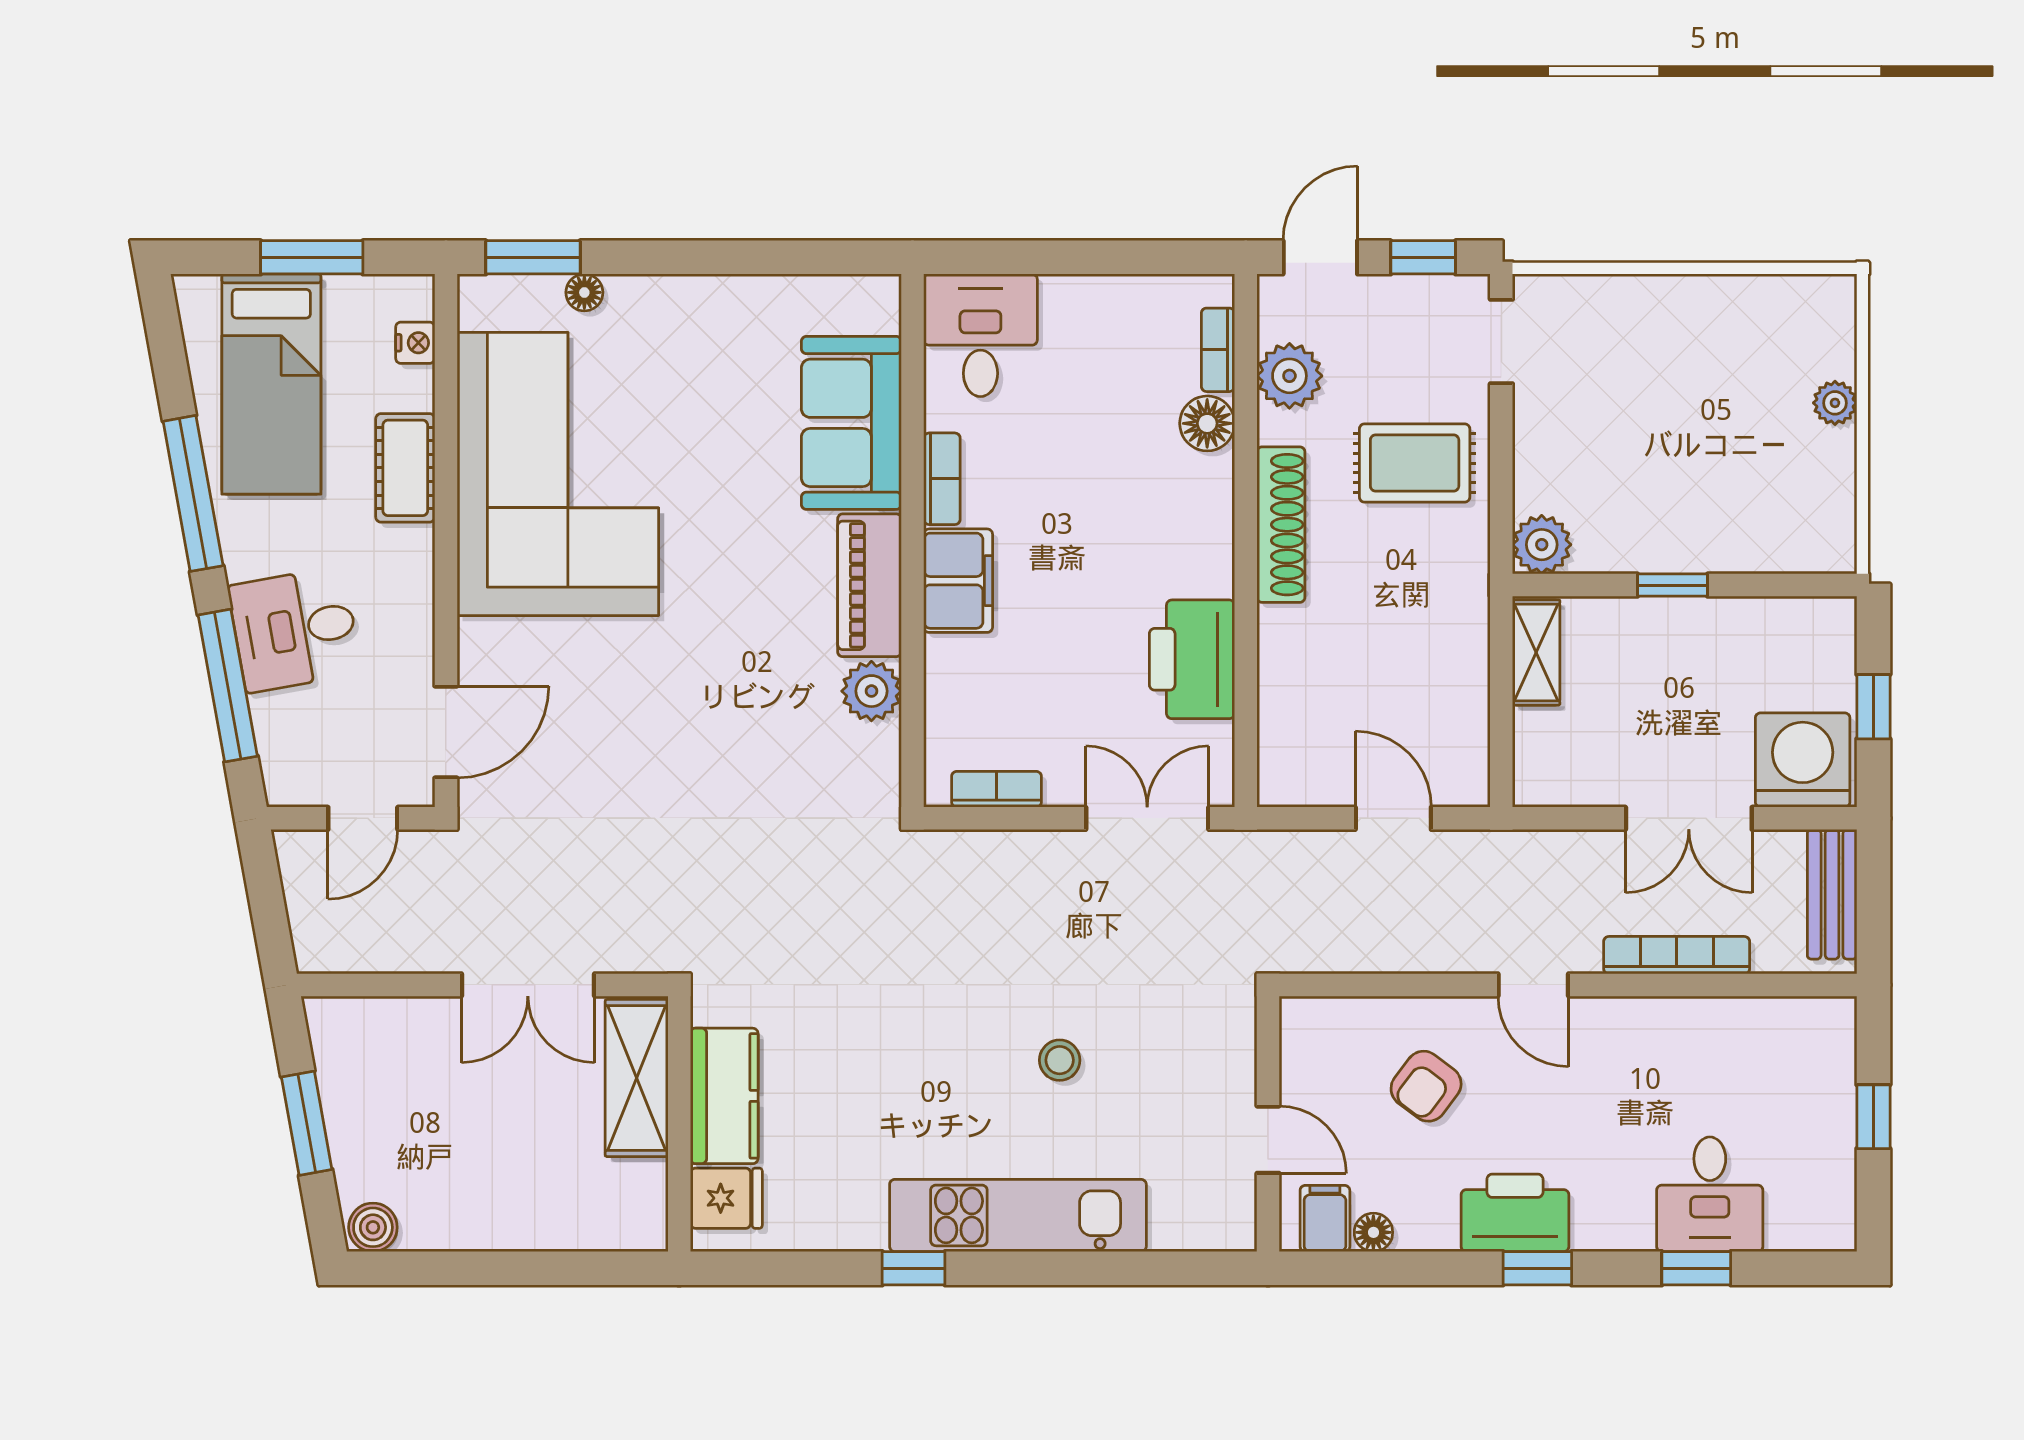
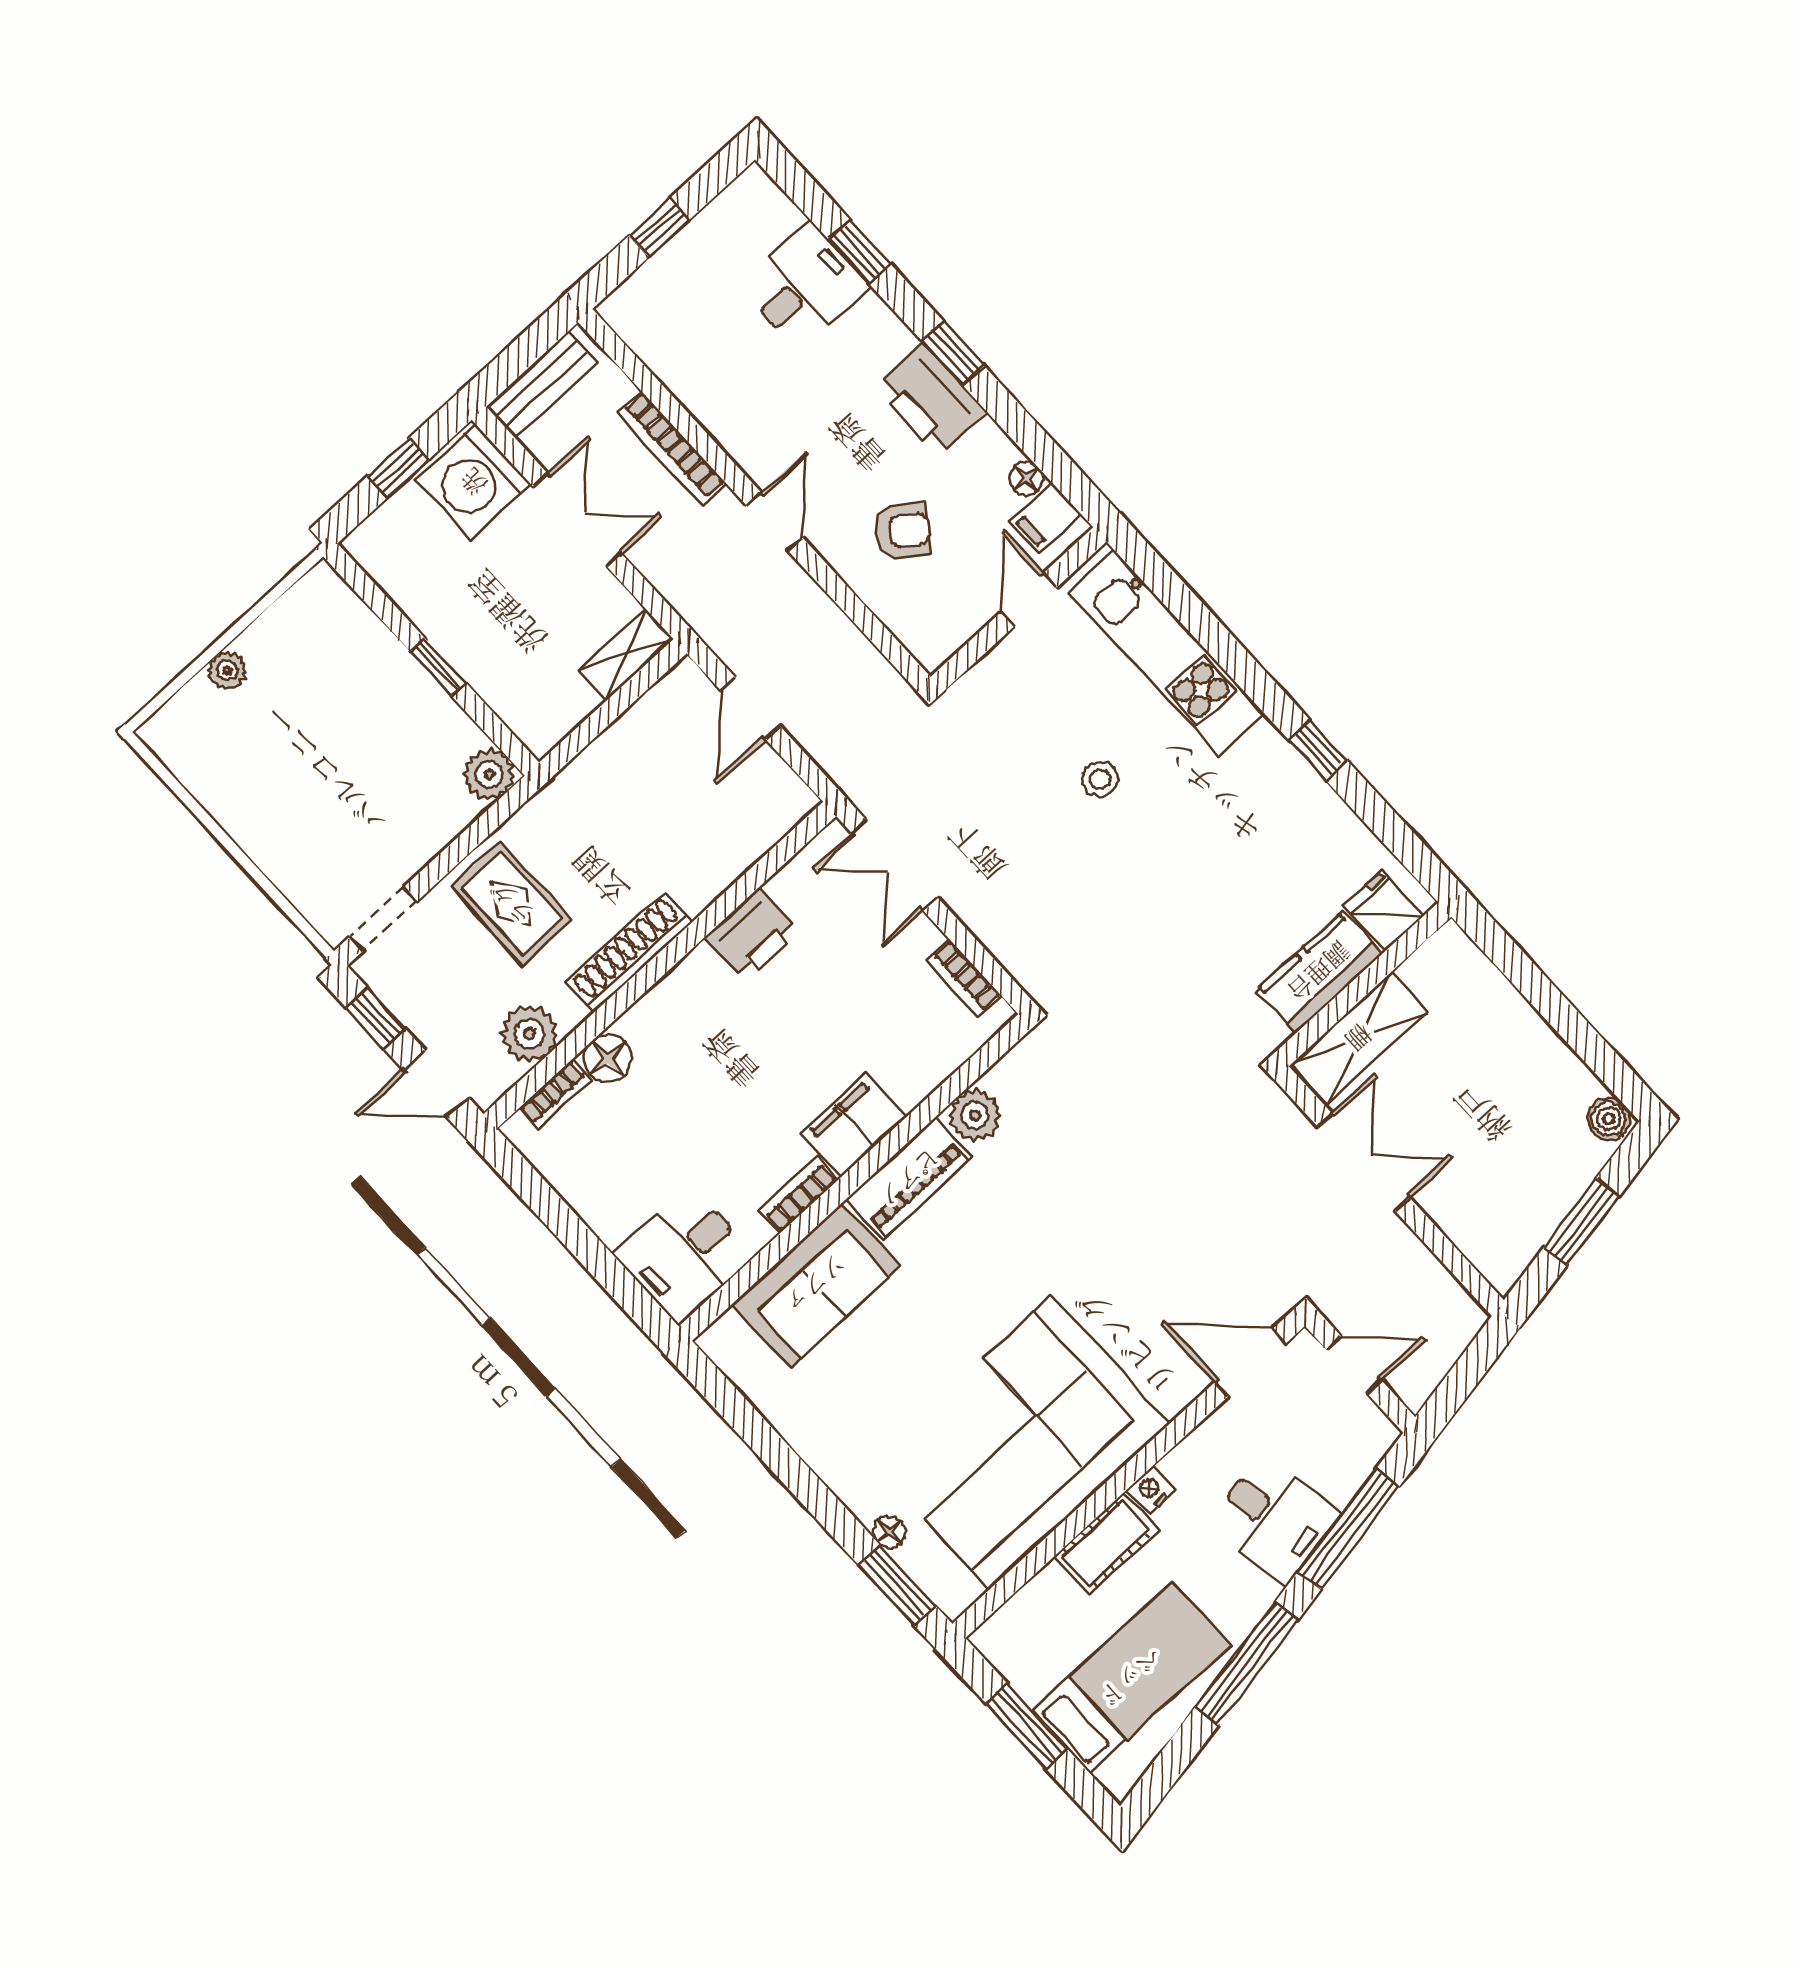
nightstand: (415, 343) -> (1151, 1490), moved
shelving: (1536, 652) -> (626, 655), moved
printer: (1192, 659) -> (753, 935), width x0.73, depth x0.84
kitchen unit: (1018, 1215) -> (1166, 653), moved

